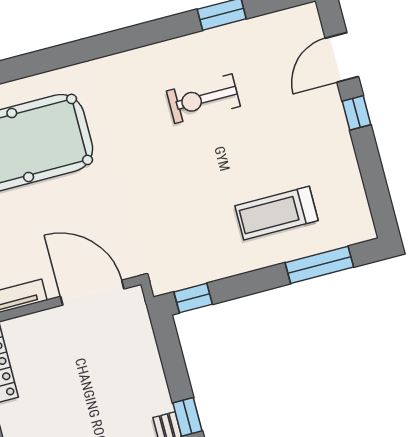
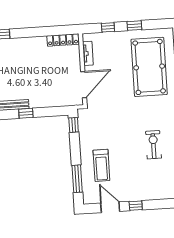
door: (342, 57) -> (110, 207), moved
treadmill: (277, 213) -> (101, 165), turned 180

